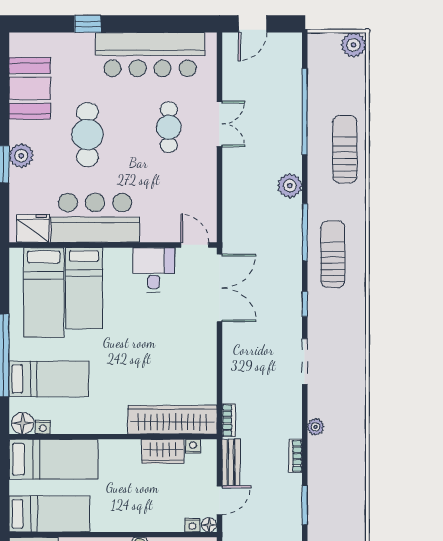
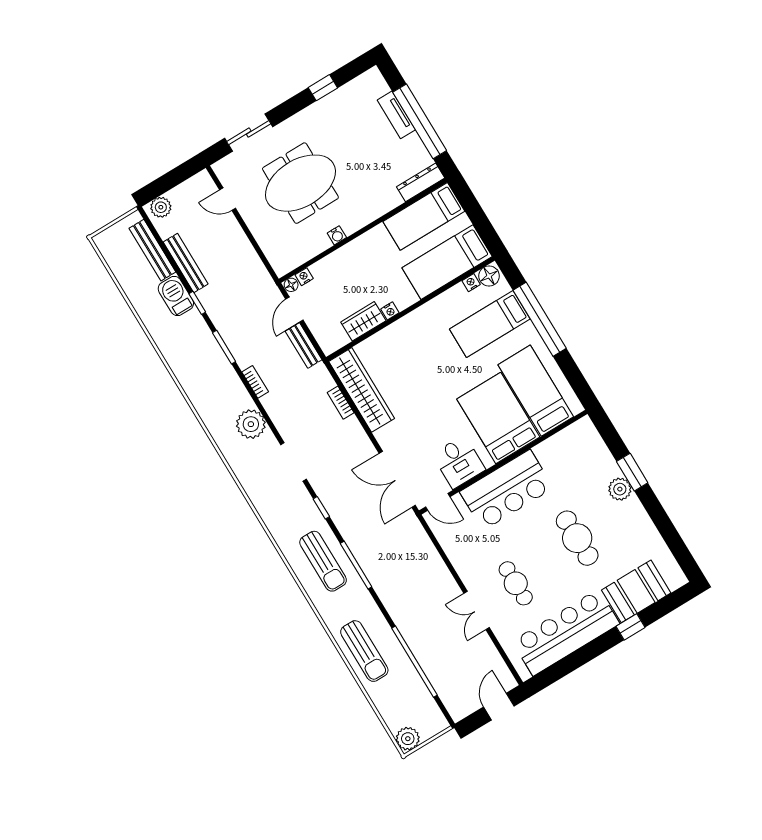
booth: (30, 88) -> (636, 591), moved, turned 90
plant: (290, 186) -> (391, 595), removed
bar counter: (95, 218) -> (507, 490), moved
fridge: (33, 228) -> (575, 437), removed
bed: (84, 288) -> (498, 418), width x1.50
wardrobe: (172, 420) -> (362, 390), moved, turned -90
bookcase: (229, 420) -> (341, 403), moved
plant: (316, 427) -> (251, 424), width x1.88, depth x1.88
nightstand: (193, 446) -> (390, 311), moved

